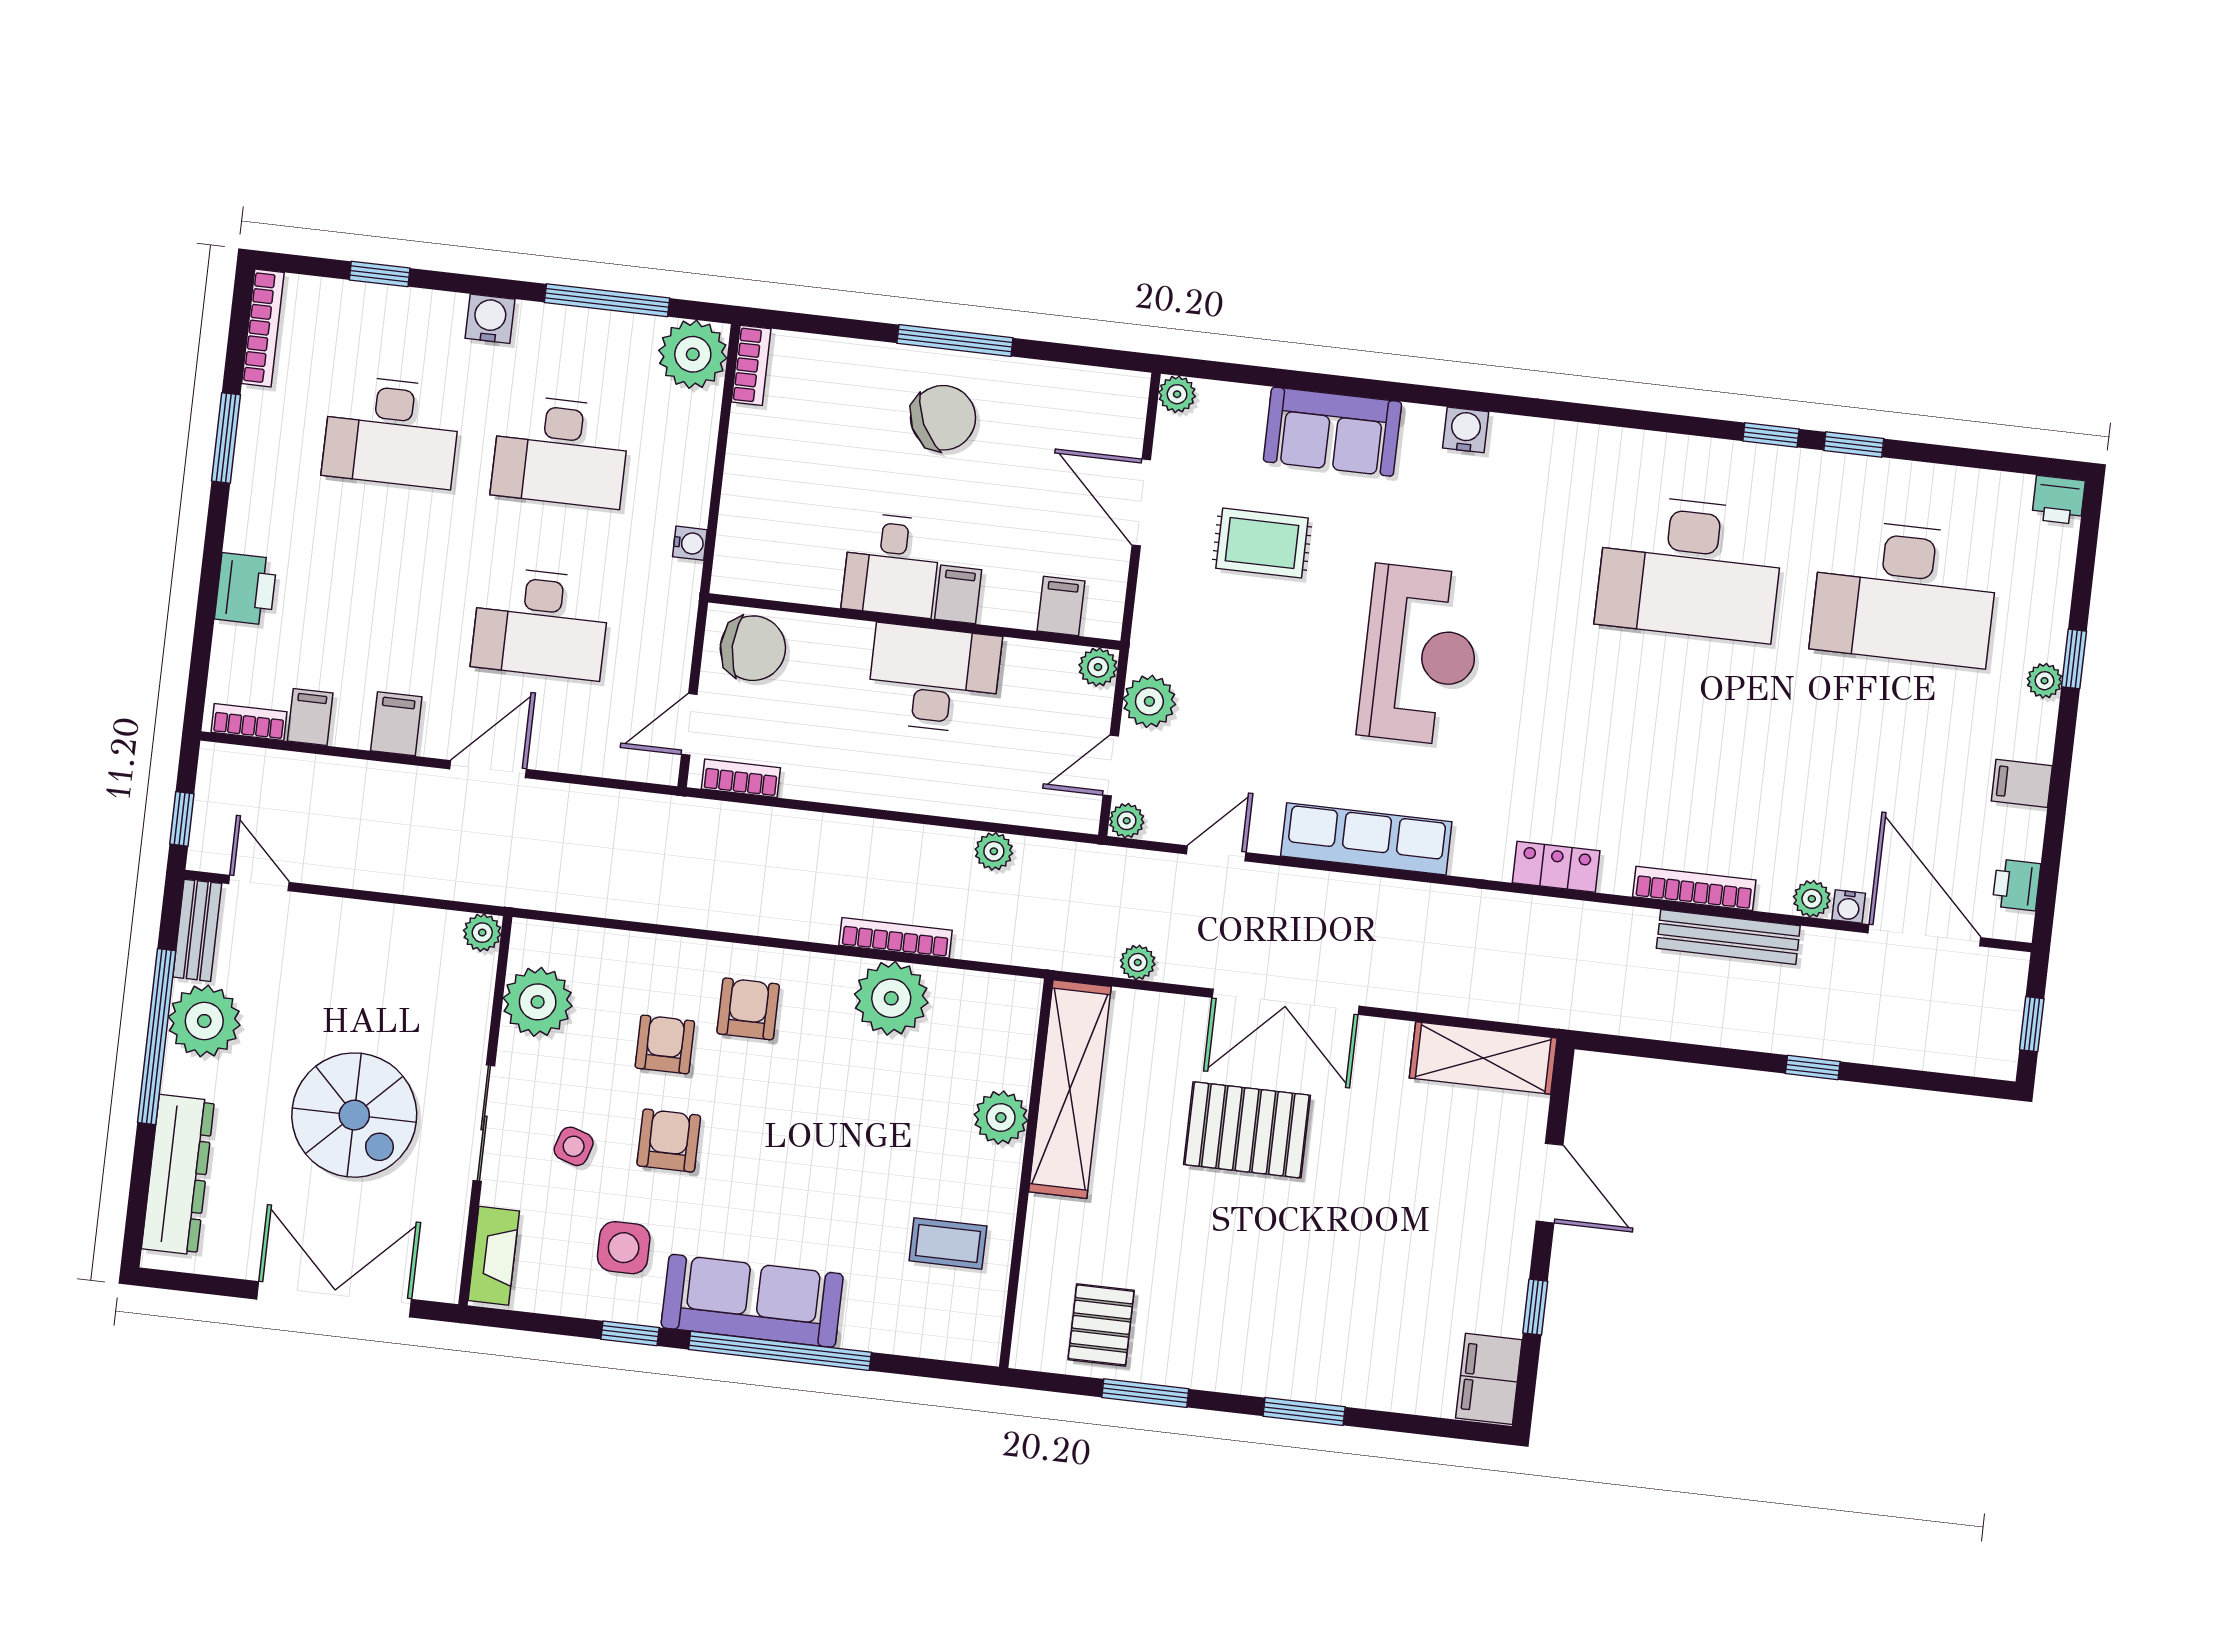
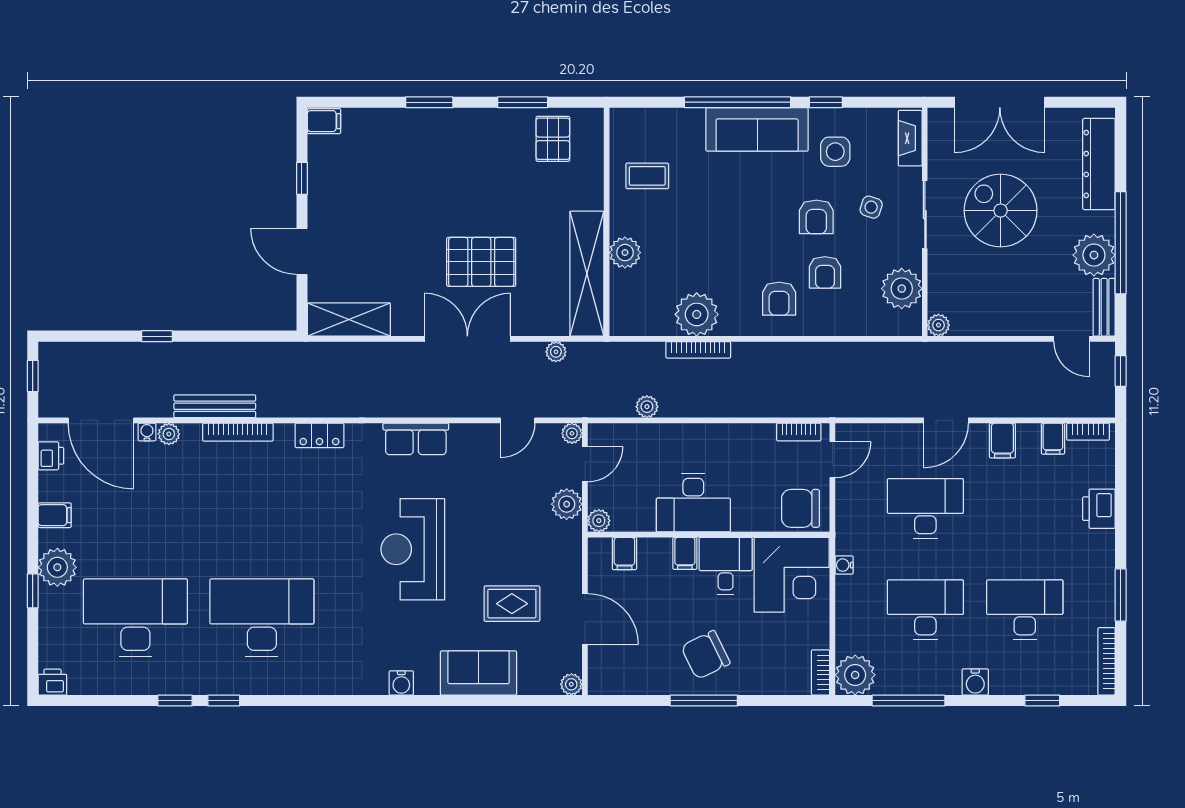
corner desk: (781, 537) -> (792, 575), added
plant: (2045, 681) -> (57, 567), width x1.87, depth x1.87
row of seats: (1366, 839) -> (416, 439), width x0.68
filing cabinet: (1489, 1379) -> (324, 121), width x0.50

